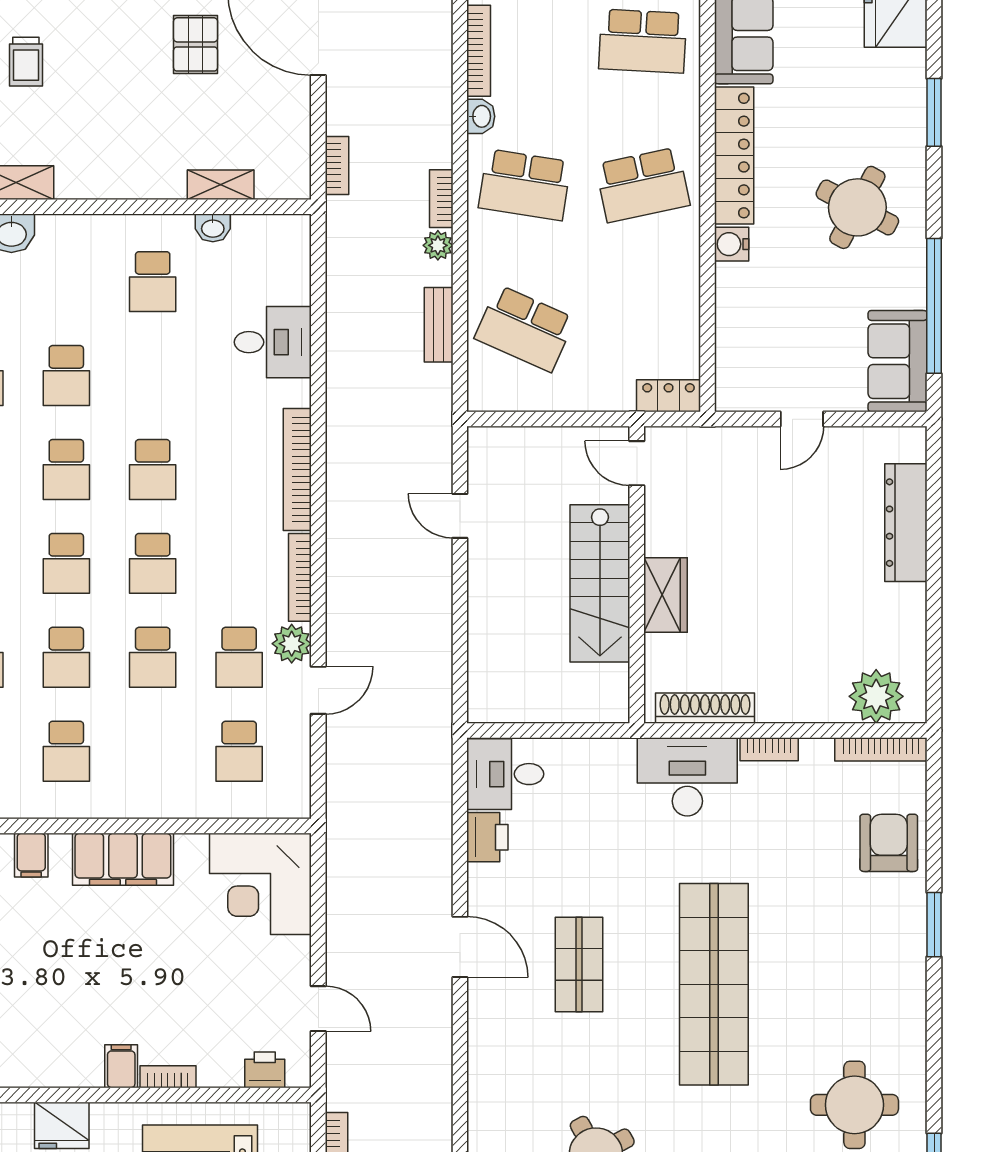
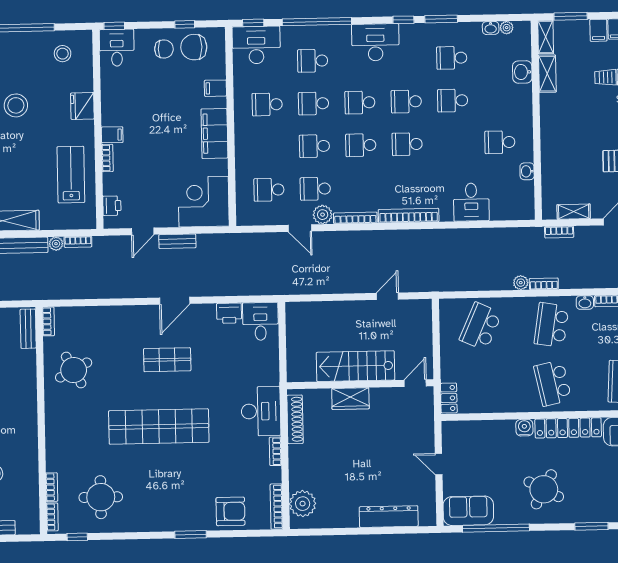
shelving: (221, 185) -> (574, 212), moved, turned 90
bench: (439, 325) -> (177, 241), moved

